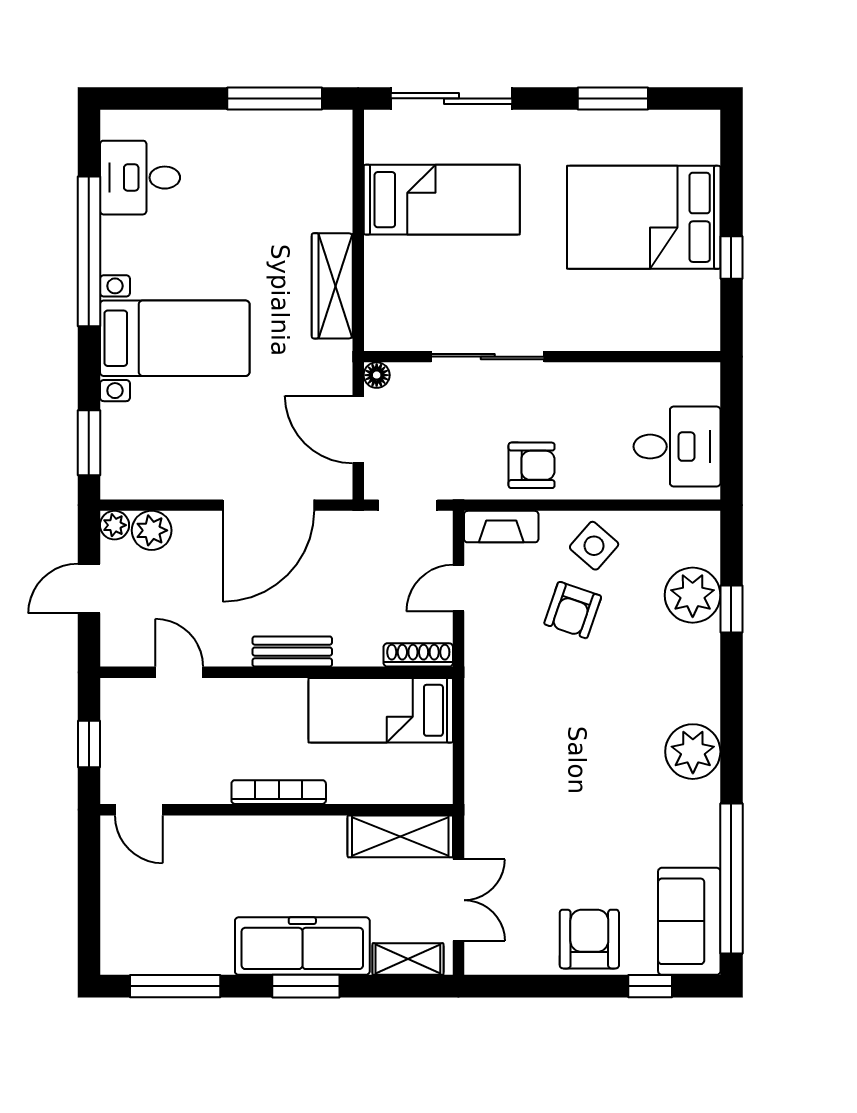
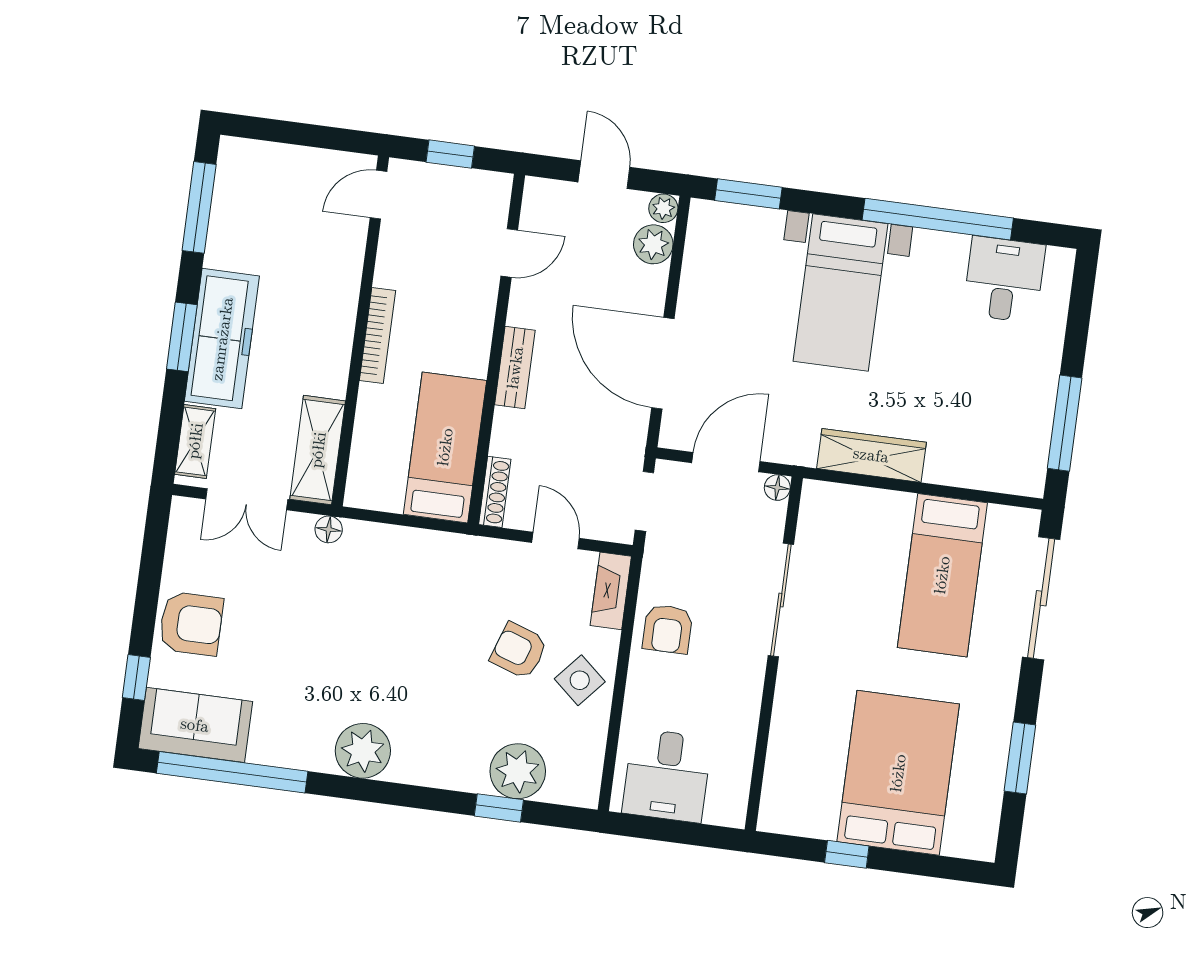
floor lamp: (478, 815) -> (329, 529), added

